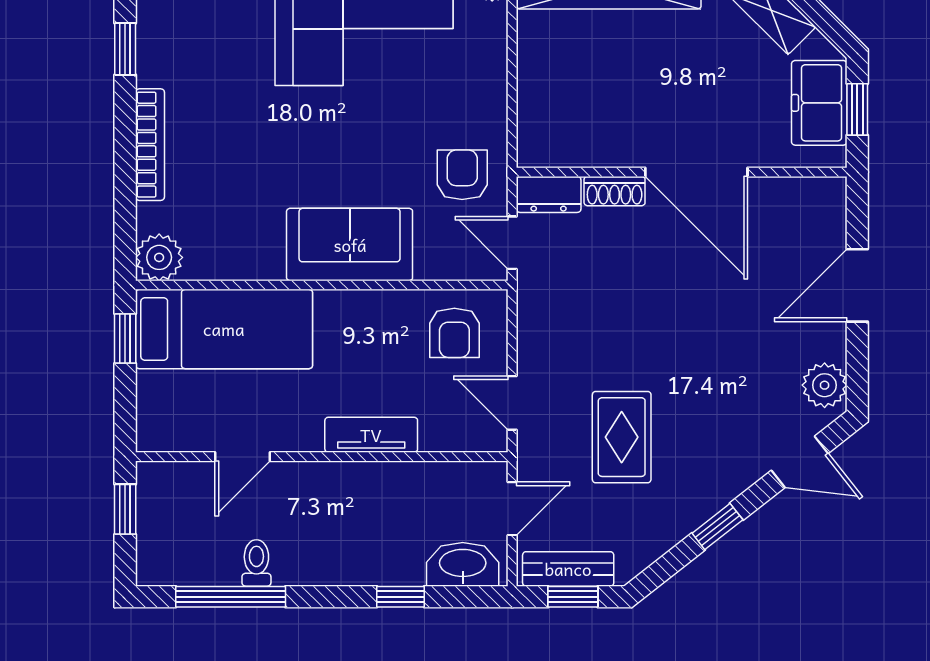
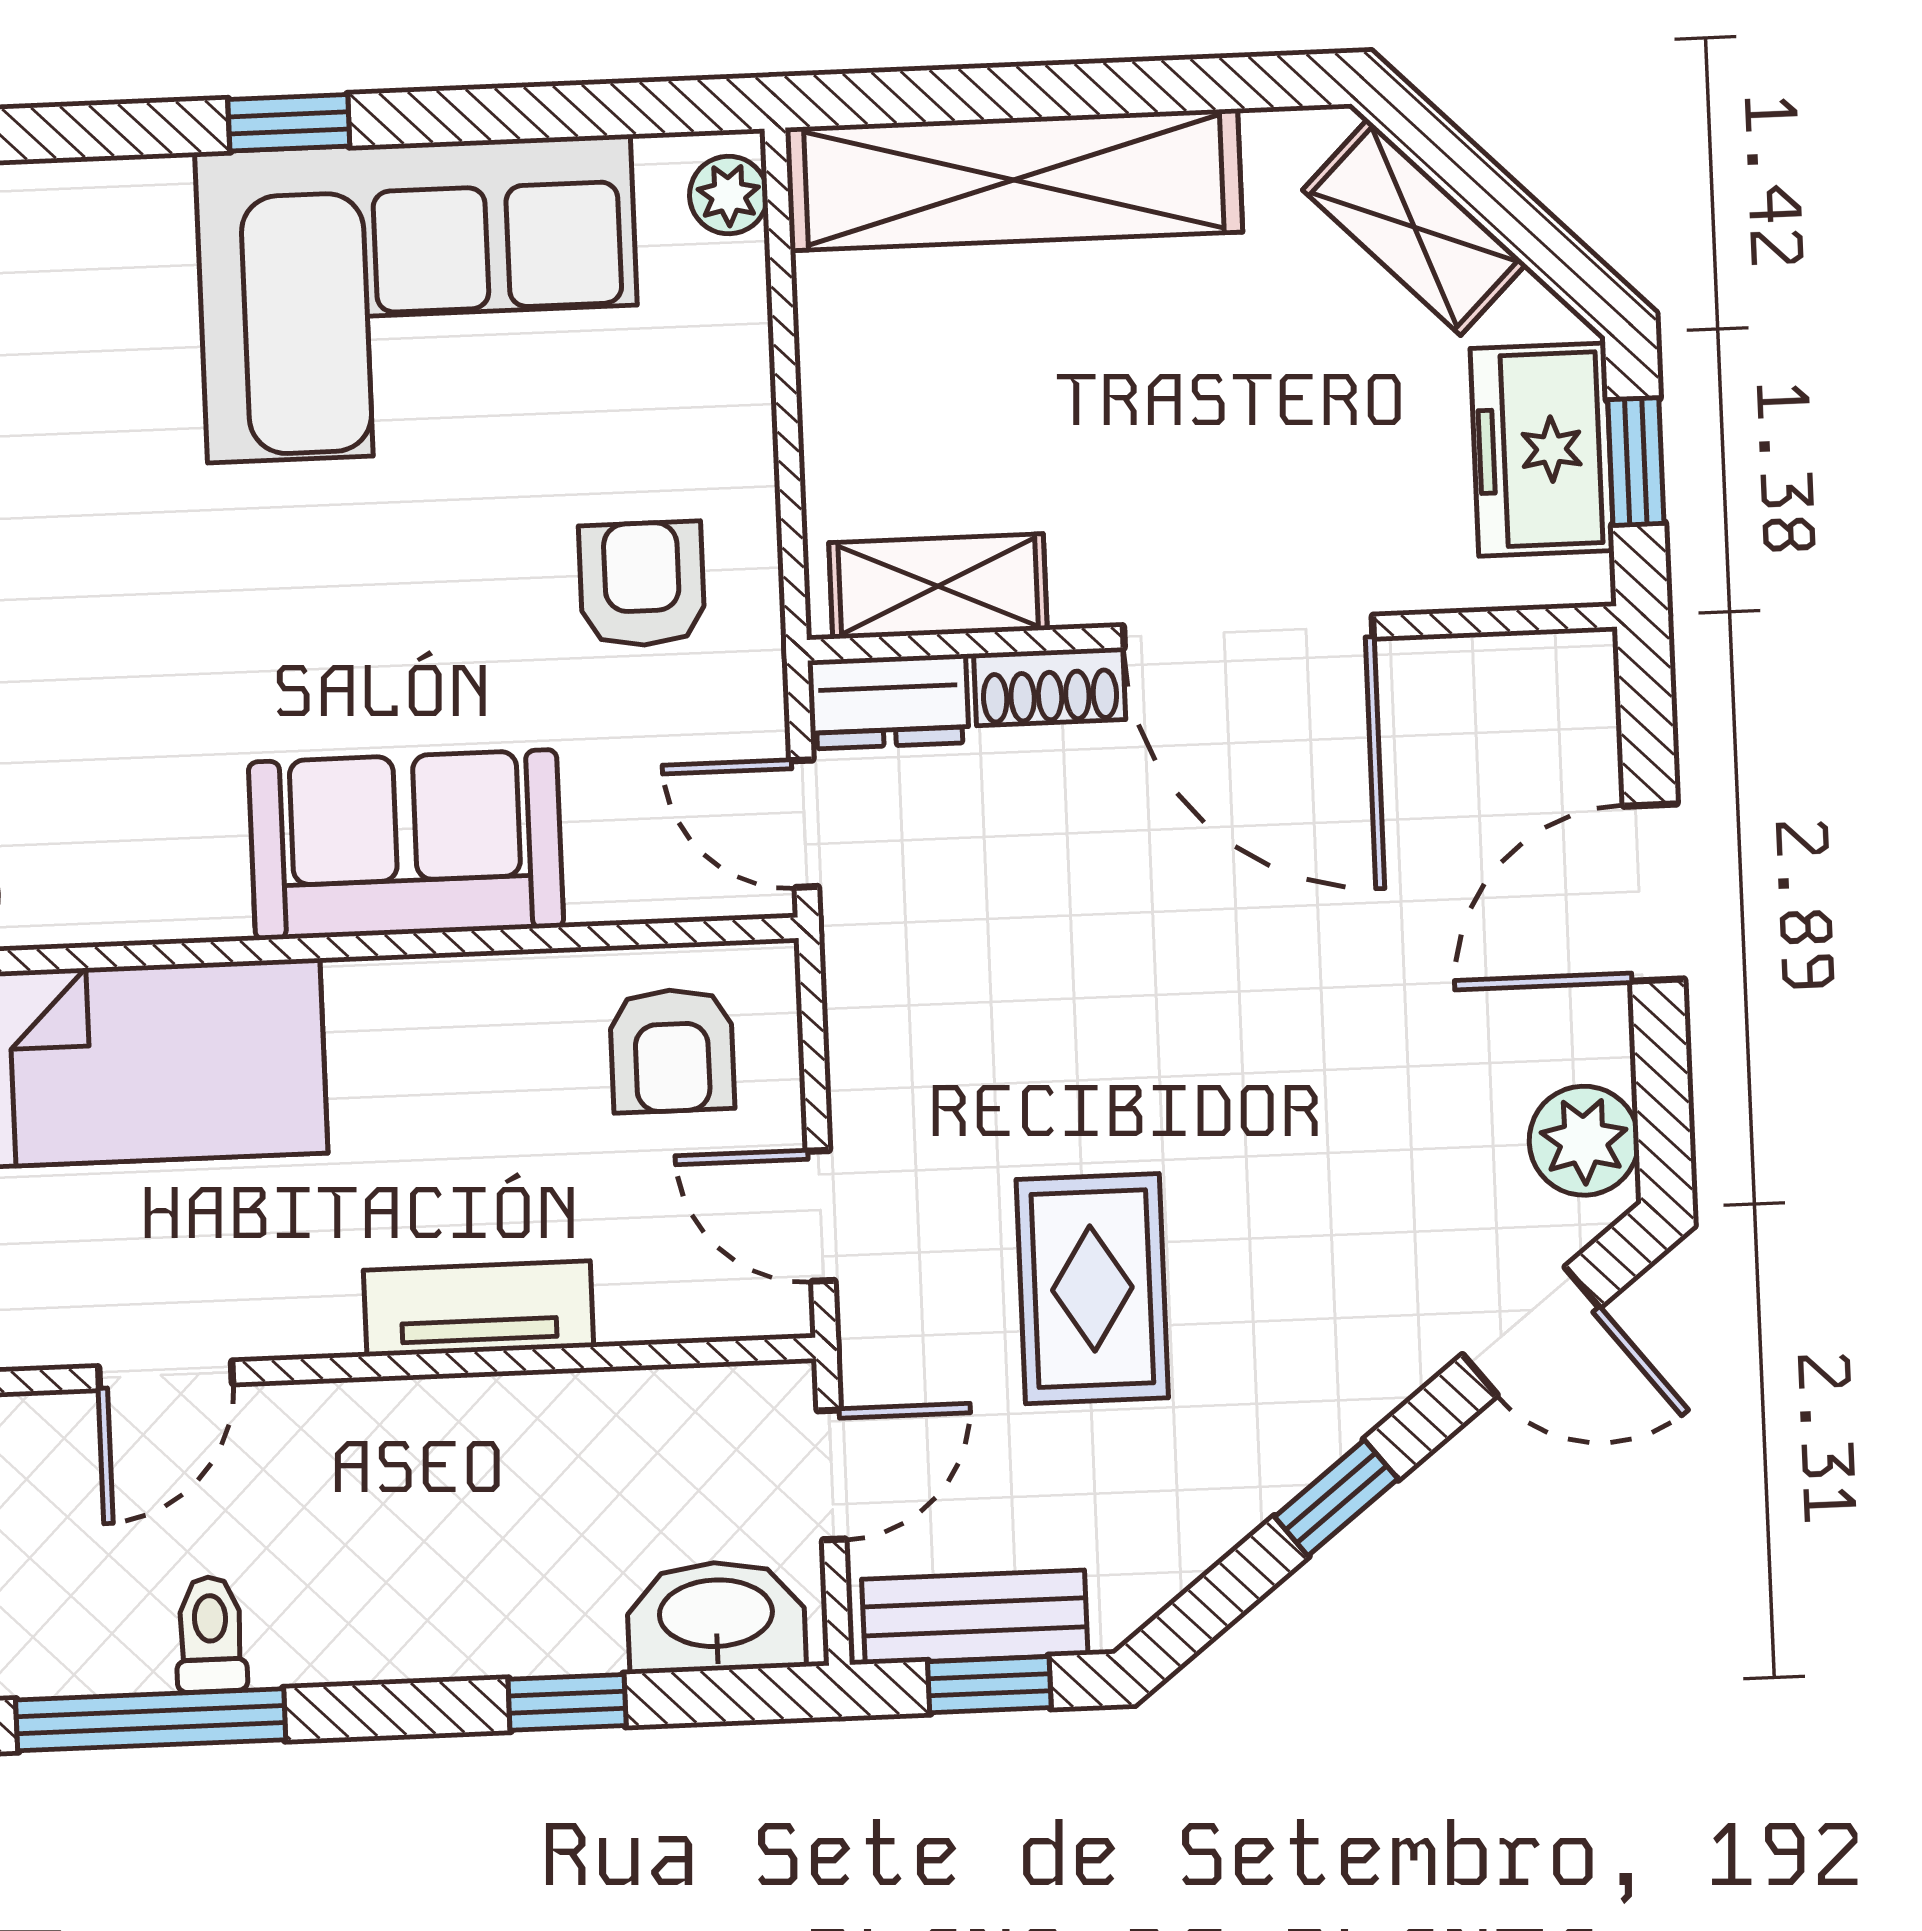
shelving: (571, 148) -> (938, 586), added
armchair: (462, 175) -> (642, 584), moved

